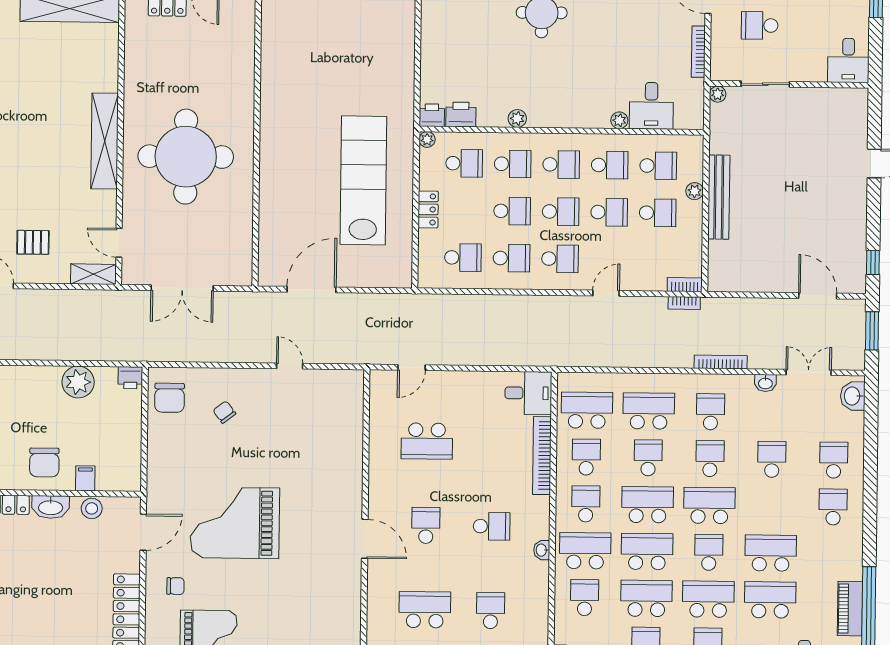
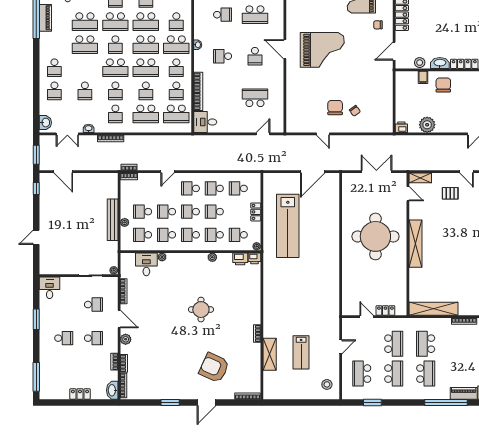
chair: (170, 398) -> (335, 108), moved
grand piano: (235, 523) -> (322, 50), moved
school desk: (491, 611) -> (223, 15), turned -90

